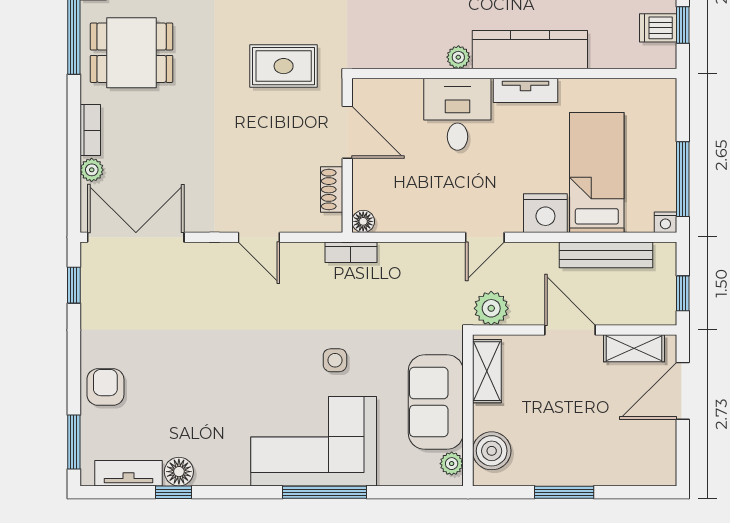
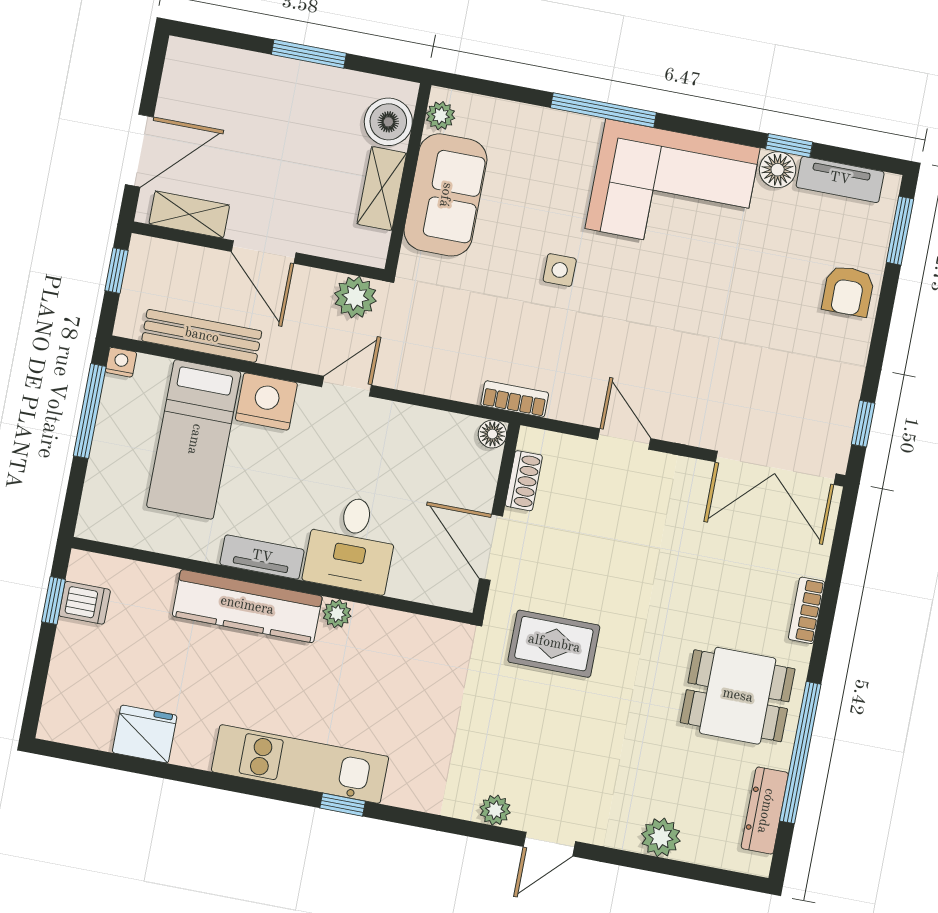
plant: (92, 170) -> (814, 561), removed
shelving: (487, 371) -> (382, 189), moved
corner sofa: (314, 441) -> (672, 188), moved

